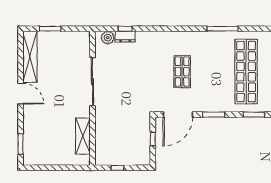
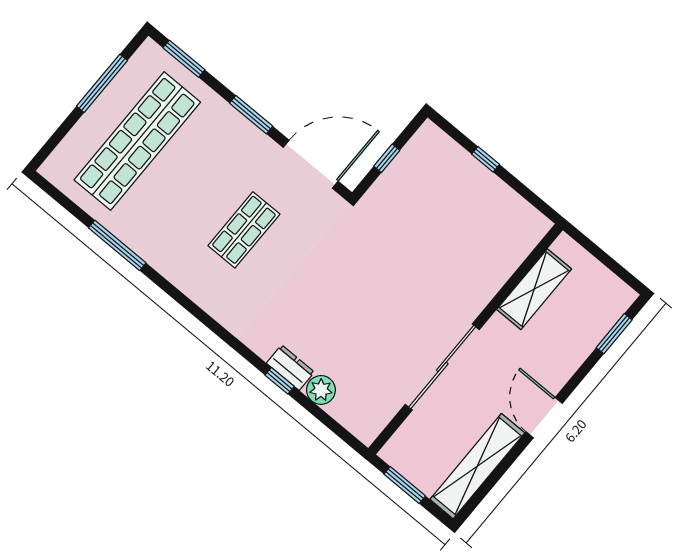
sliding door: (92, 82) -> (442, 367), moved
wall: (92, 98) -> (465, 339), moved
shelving: (83, 136) -> (534, 289), moved

